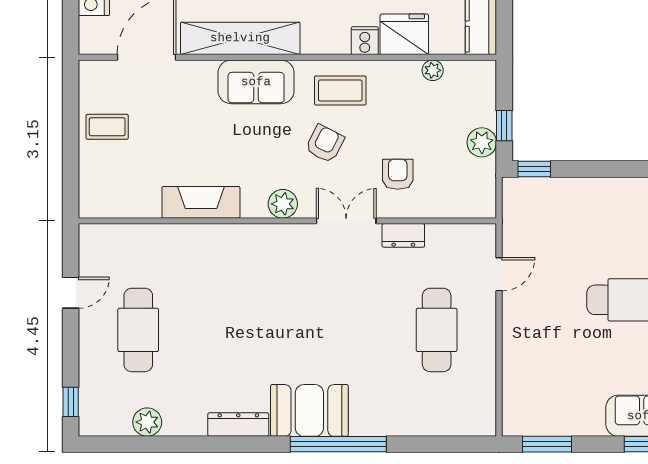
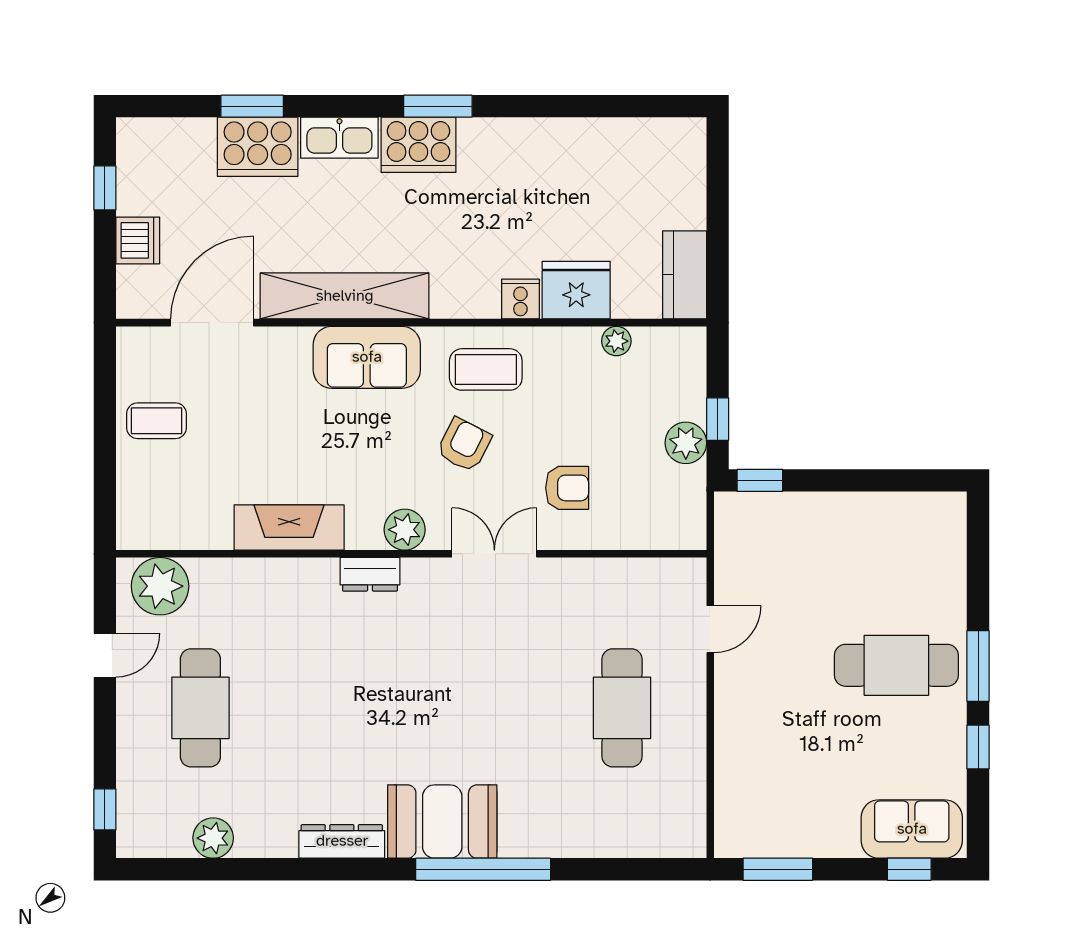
armchair: (398, 174) -> (567, 488), turned 90
dresser: (403, 235) -> (370, 574), moved
plant: (110, 244) -> (160, 586), added

